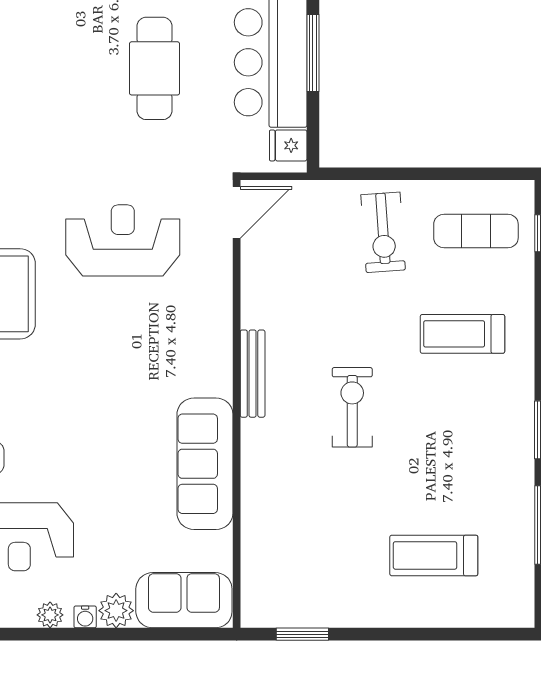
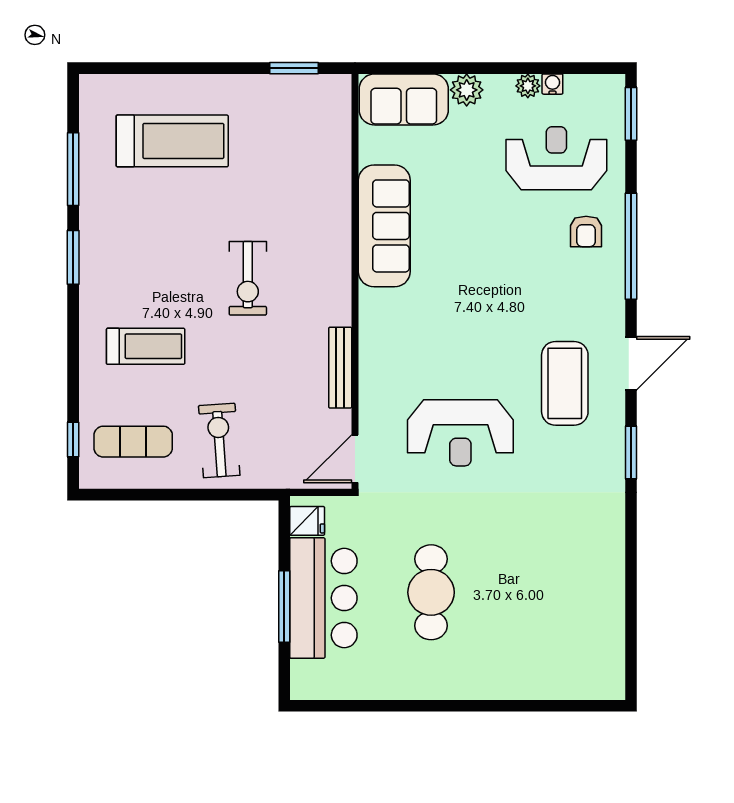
bench: (253, 374) -> (340, 368), moved
treadmill: (434, 555) -> (172, 141), width x1.37, depth x1.38
water cooler: (85, 617) -> (552, 84), moved

